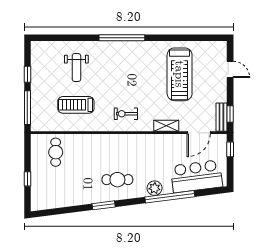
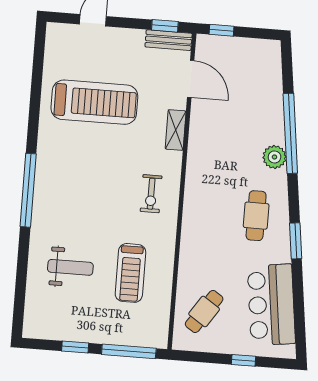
cafe table: (56, 152) -> (204, 311), turned -56
bar counter: (196, 176) -> (271, 305), moved

